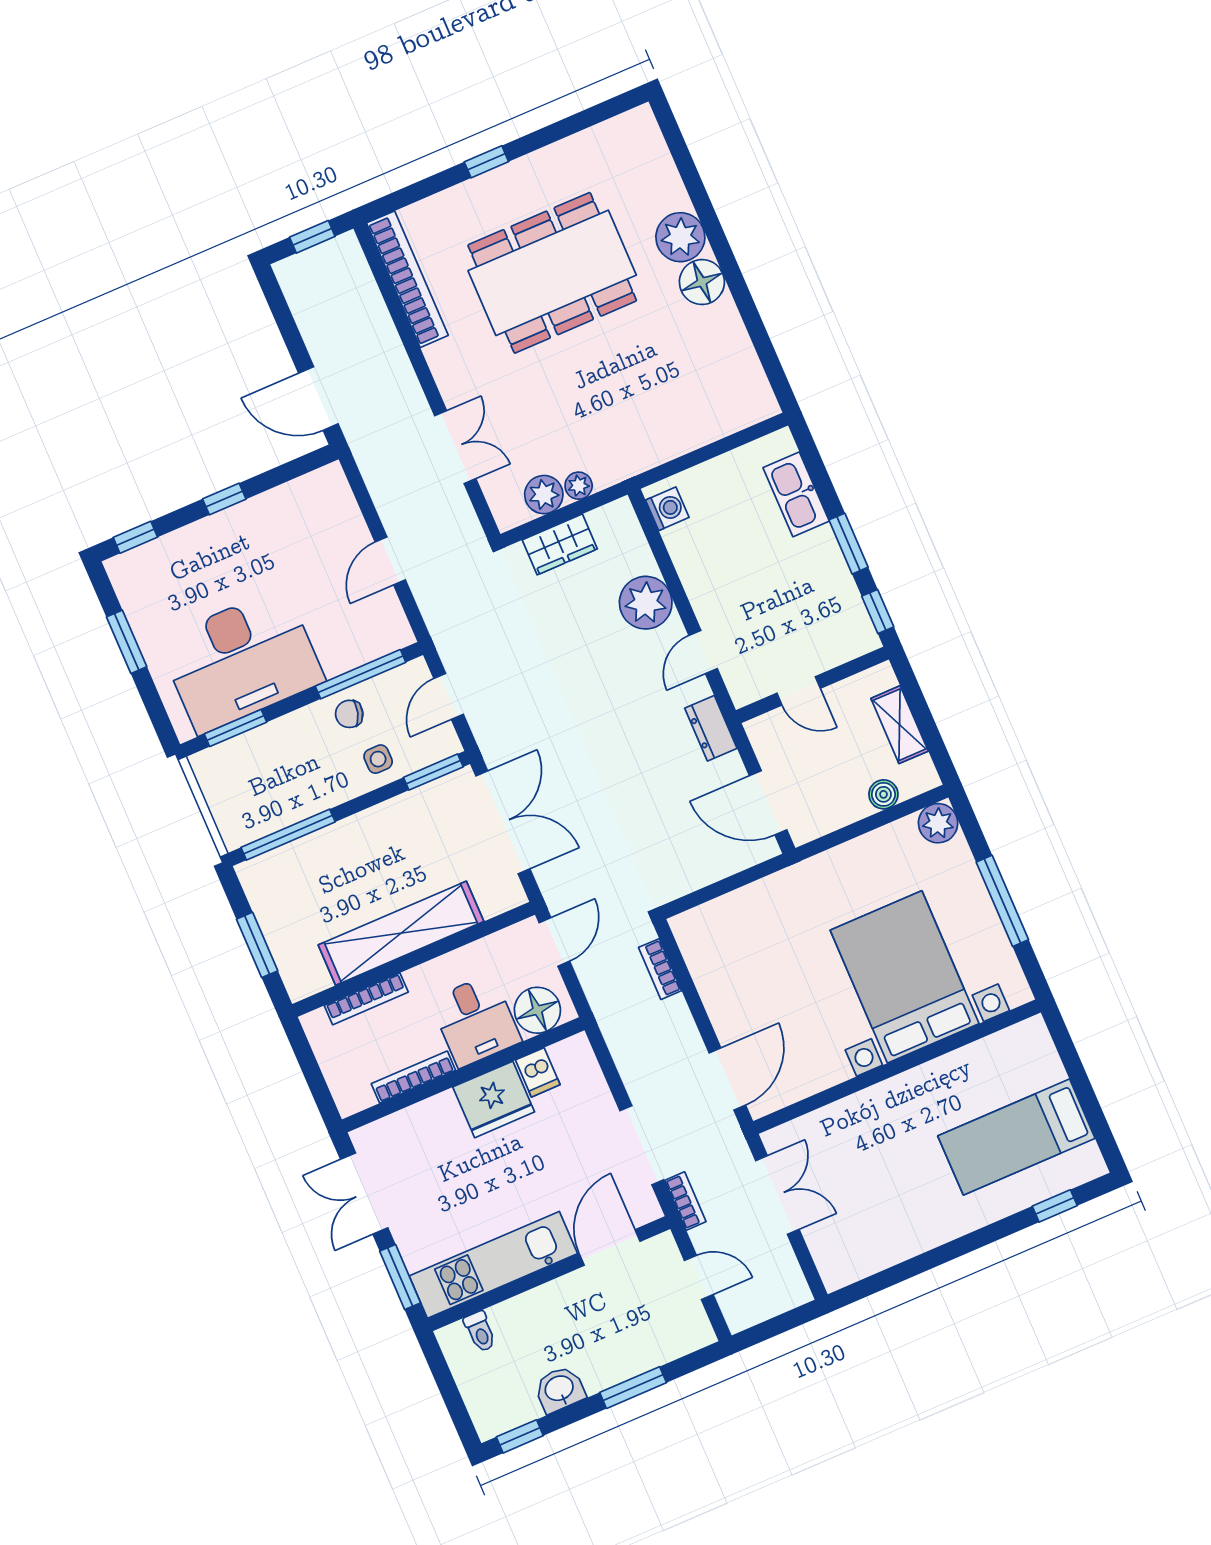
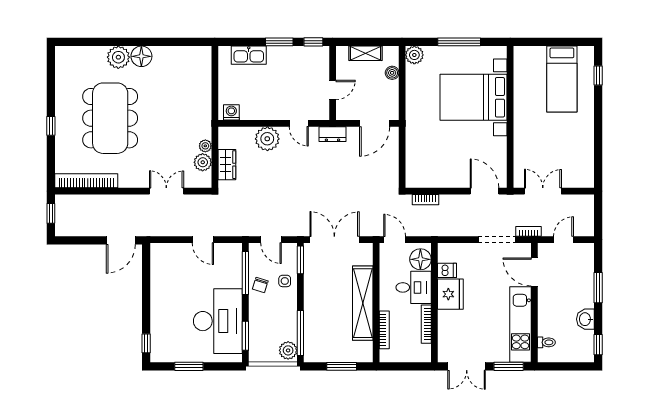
window: (224, 499) -> (146, 299), removed
plant: (243, 825) -> (288, 350), added

